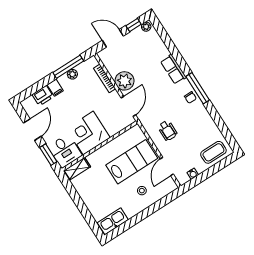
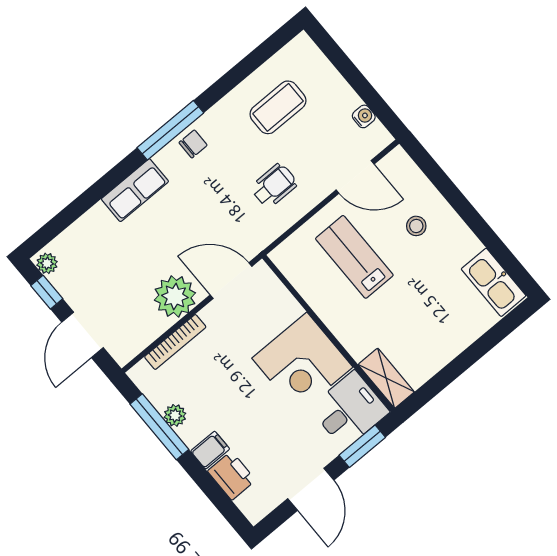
door: (32, 130) -> (311, 489), swing flipped
coffee table: (213, 152) -> (278, 107), moved, turned 90
lab bench: (132, 162) -> (354, 257), width x0.73, depth x0.72

